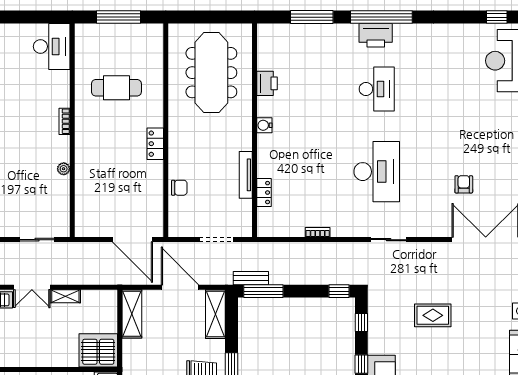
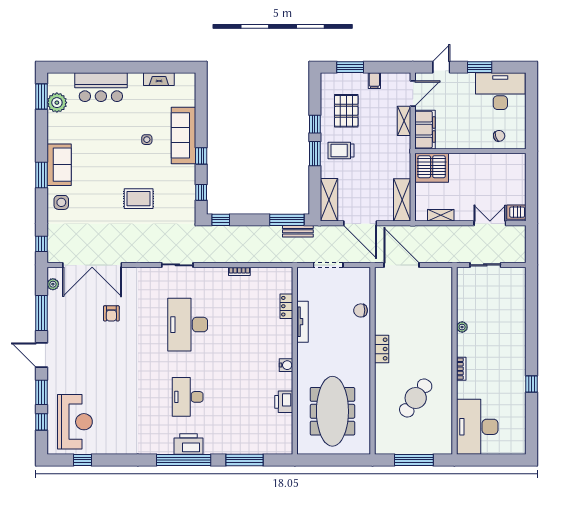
desk: (52, 46) -> (477, 427), width x1.36, depth x1.30
cafe table: (116, 88) -> (416, 398), turned -54
shelving: (65, 296) -> (441, 215), moved

